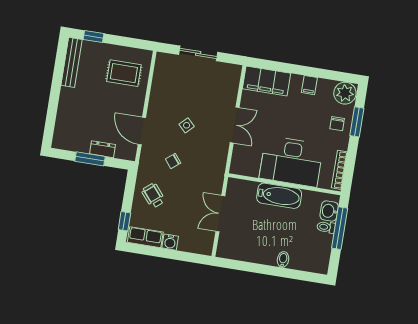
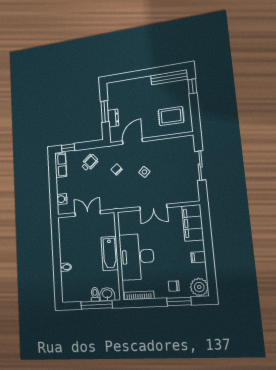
rug: (124, 73) -> (171, 116), turned 90
water cooler: (170, 242) -> (62, 199), moved

